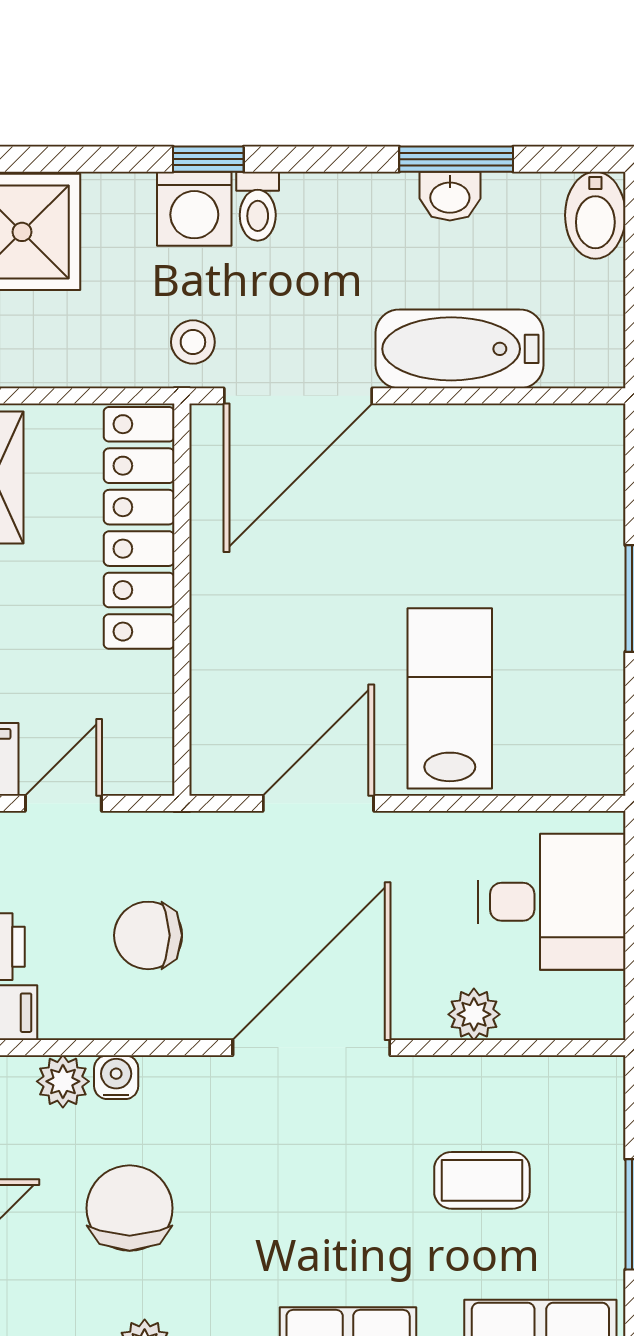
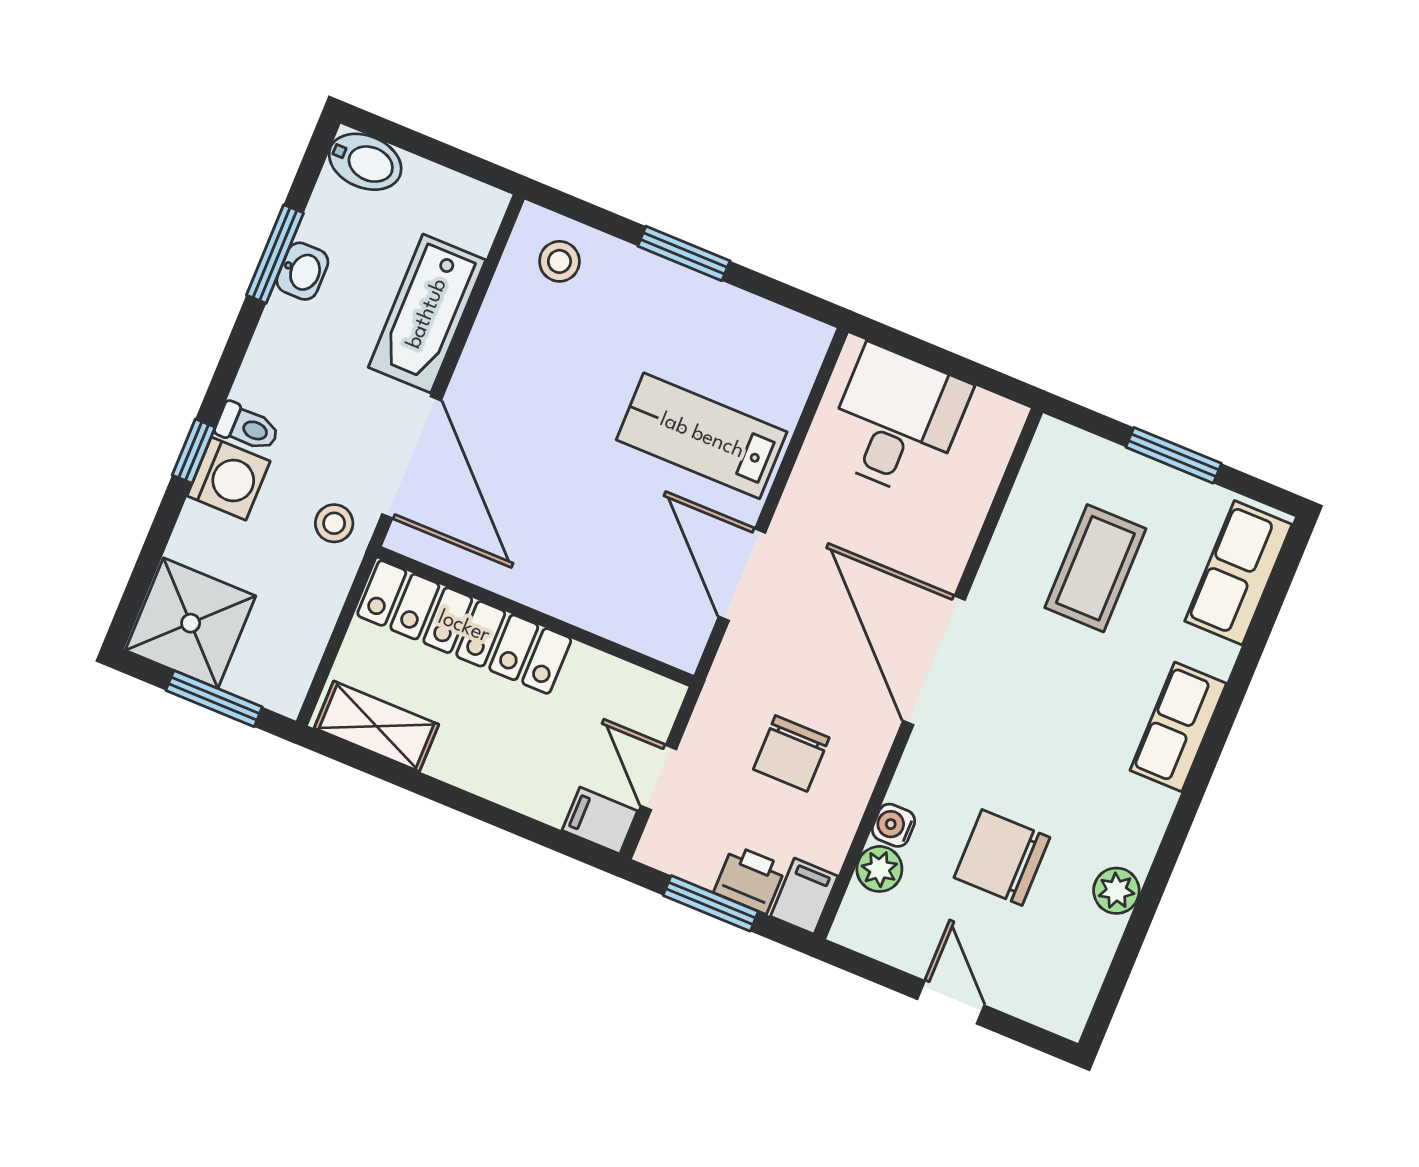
stool: (574, 468) -> (559, 261), added
plant: (474, 1014) -> (961, 520), removed
coffee table: (482, 1180) -> (1095, 568), width x1.36, depth x1.30

